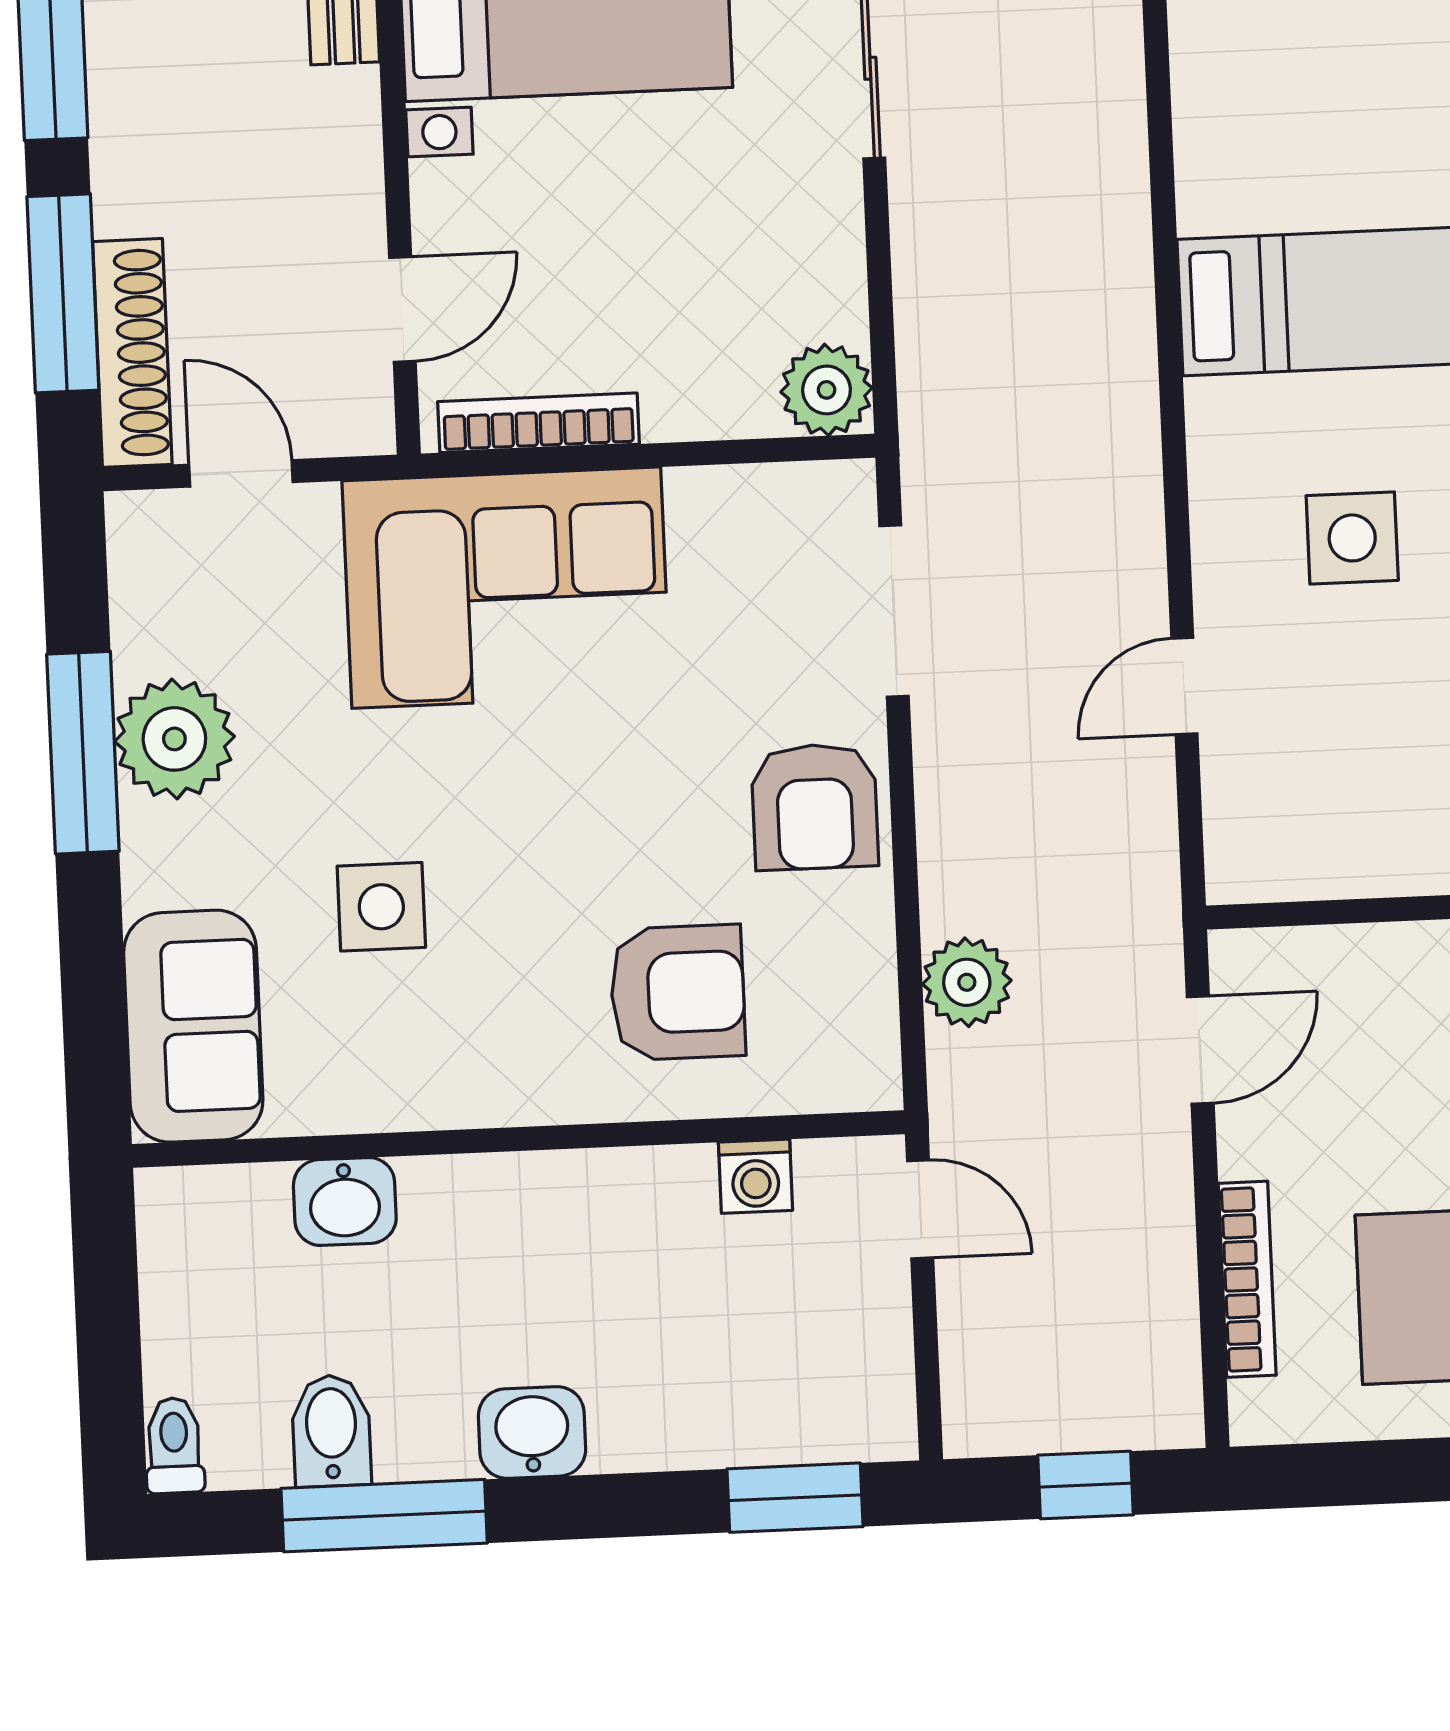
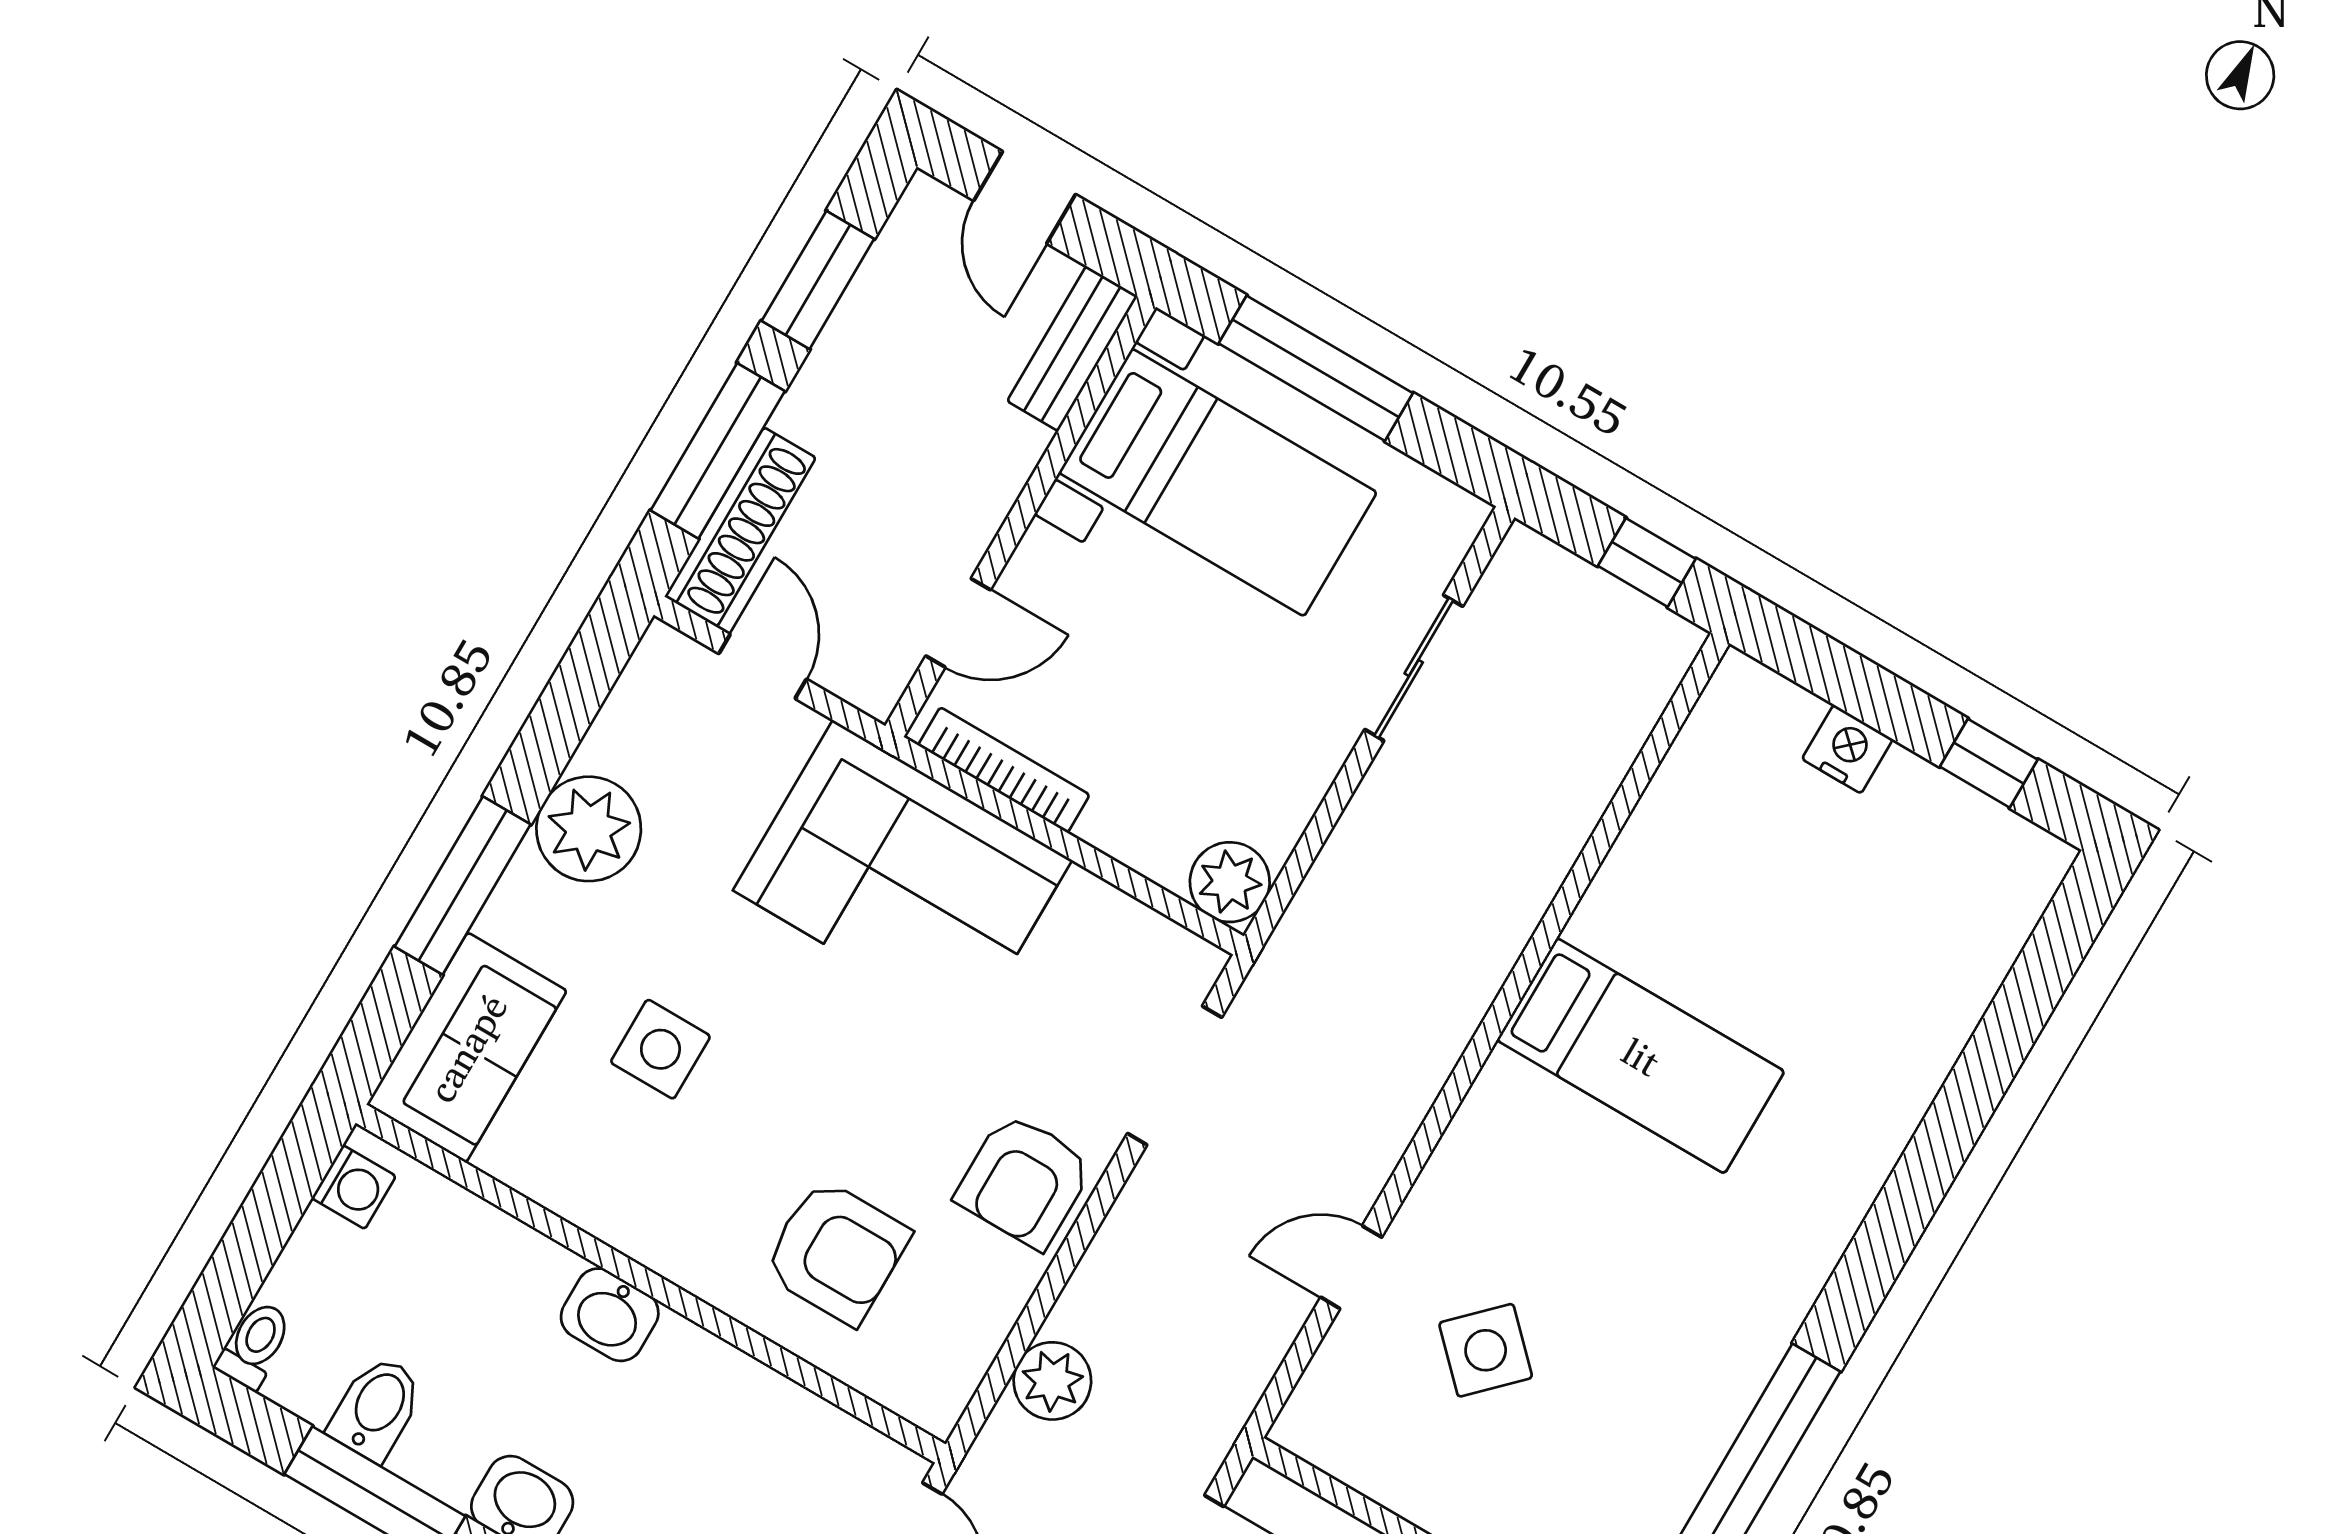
side table: (1352, 538) -> (1486, 1350), moved, turned 45
window: (83, 753) -> (463, 886), moved
washing machine: (755, 1176) -> (354, 1187), moved, turned -90
washbasin: (345, 1201) -> (610, 1315), moved

